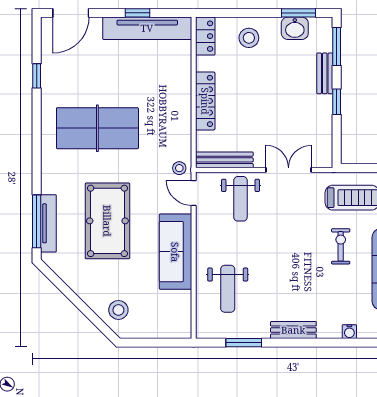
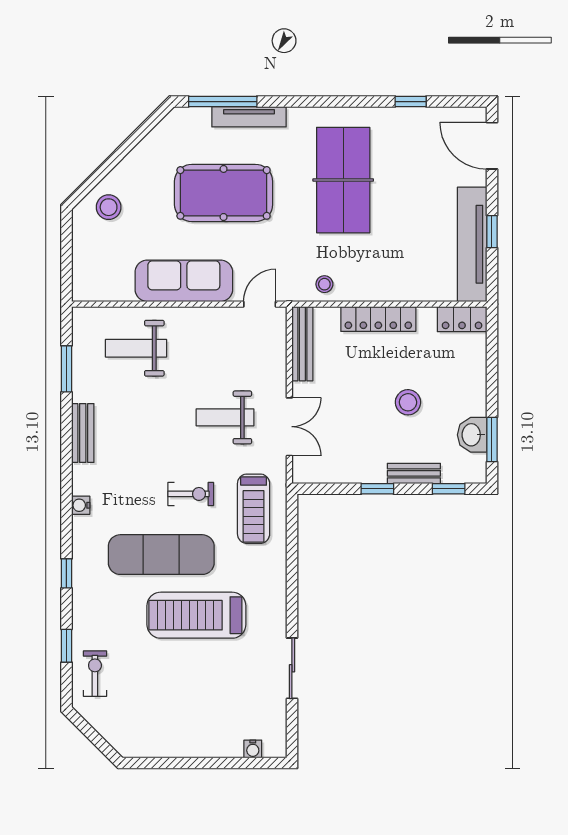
stool: (249, 38) -> (408, 402), moved
window: (337, 46) -> (449, 489), width x0.67
stool: (179, 168) -> (324, 284), moved
weight bench: (240, 199) -> (225, 417), moved
tv unit: (48, 223) -> (249, 117), moved

